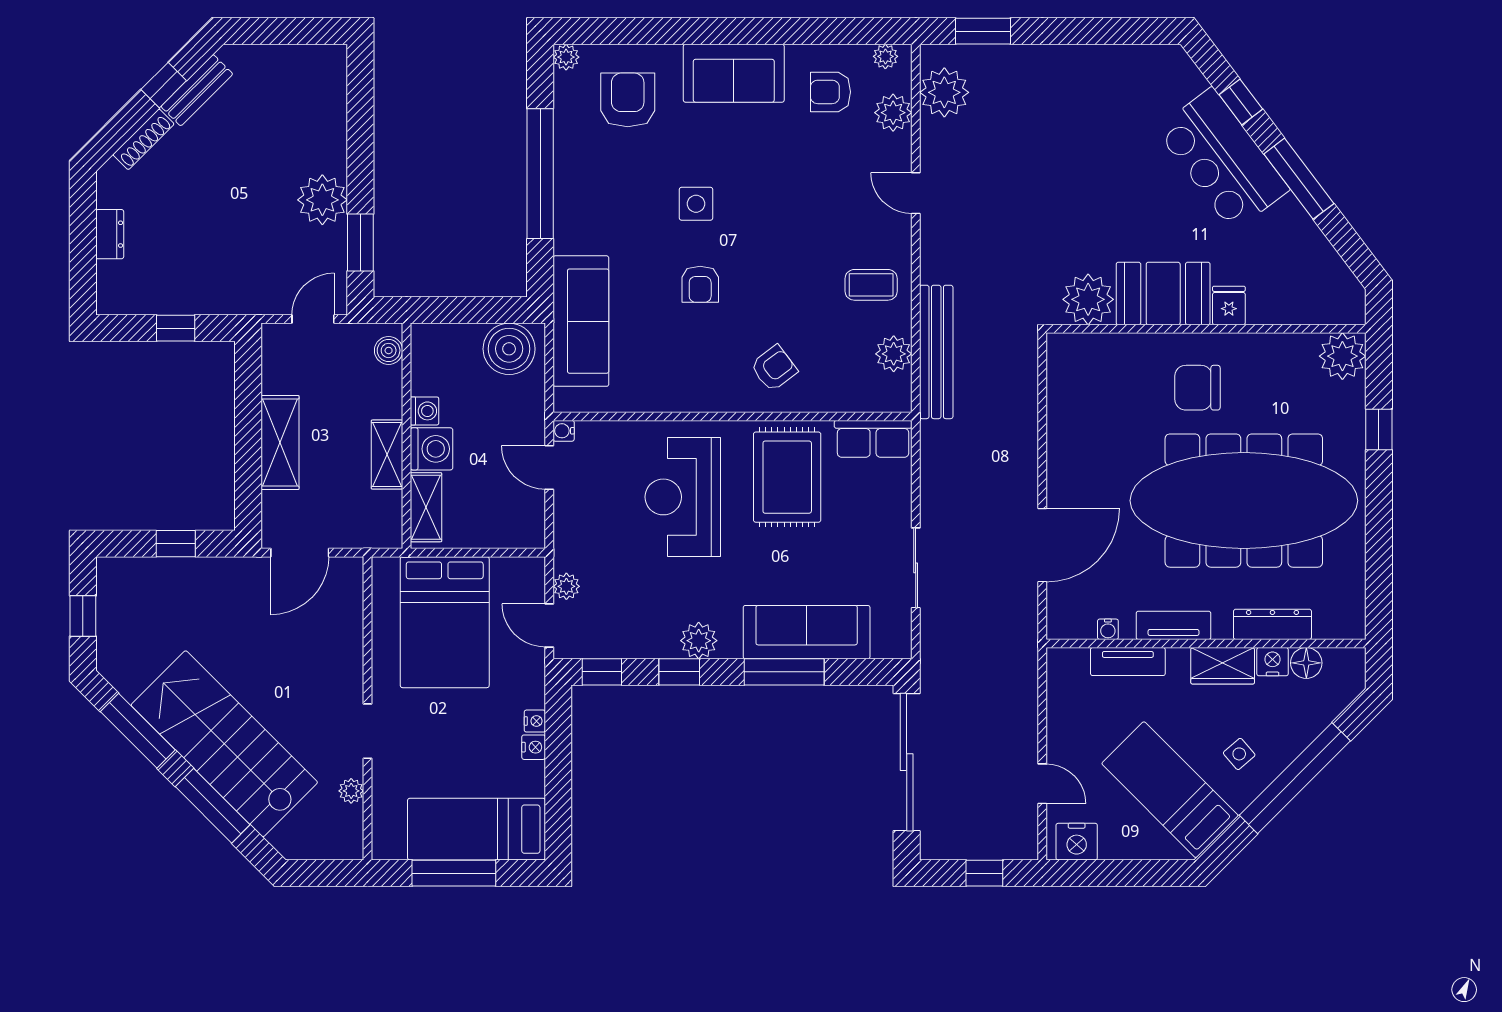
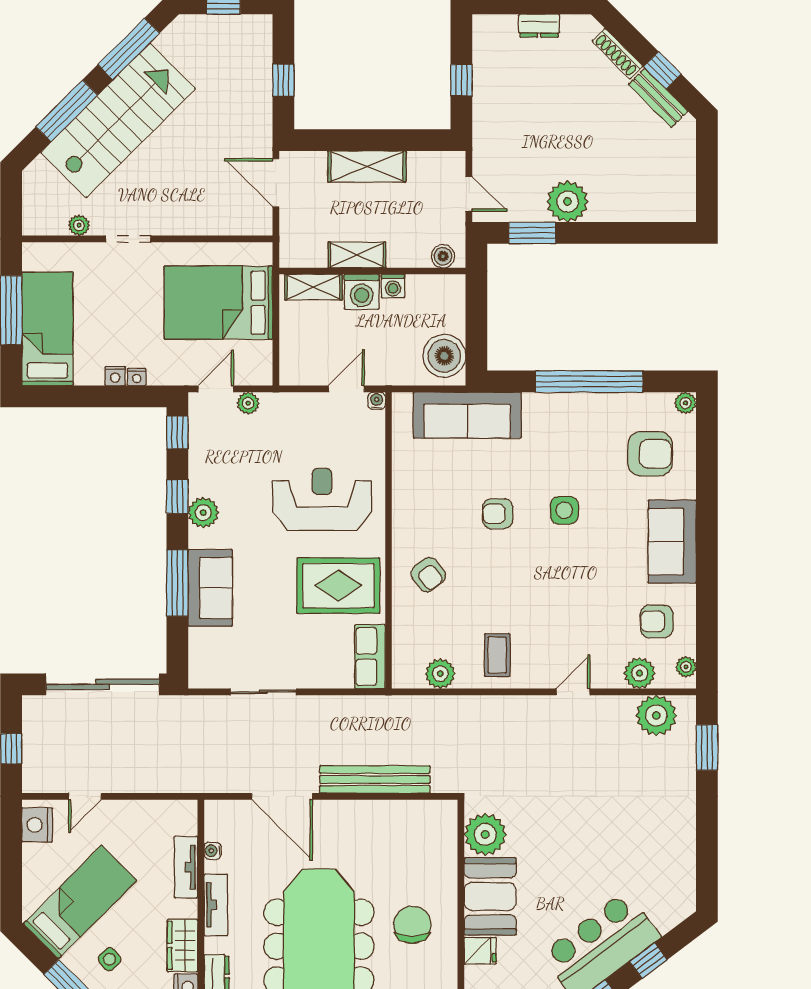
armchair: (830, 92) -> (657, 621), turned -90
bench: (936, 352) -> (375, 779), moved
sofa: (807, 632) -> (210, 588), width x0.73

